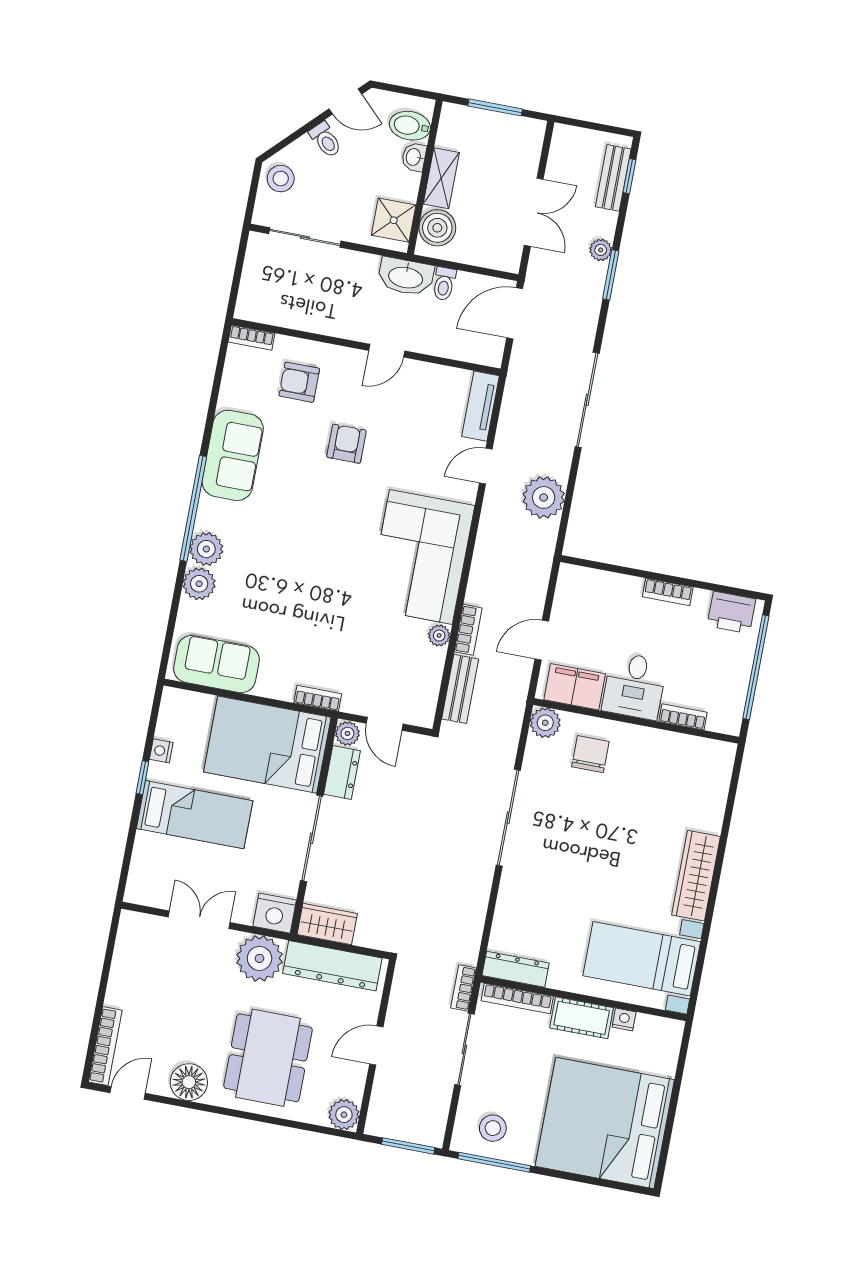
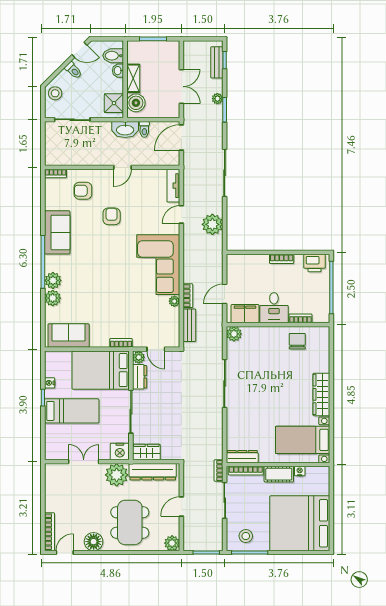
chair: (590, 754) -> (297, 341), moved

